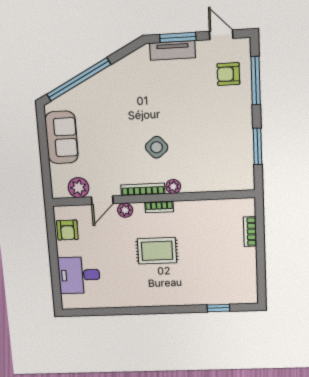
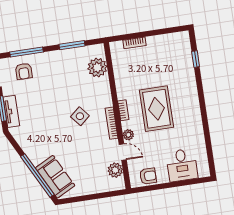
sofa: (62, 137) -> (55, 177), moved, turned 63
plant: (173, 187) -> (97, 68), moved, width x1.87, depth x1.87
rug: (157, 251) -> (156, 109), width x1.36, depth x1.43

